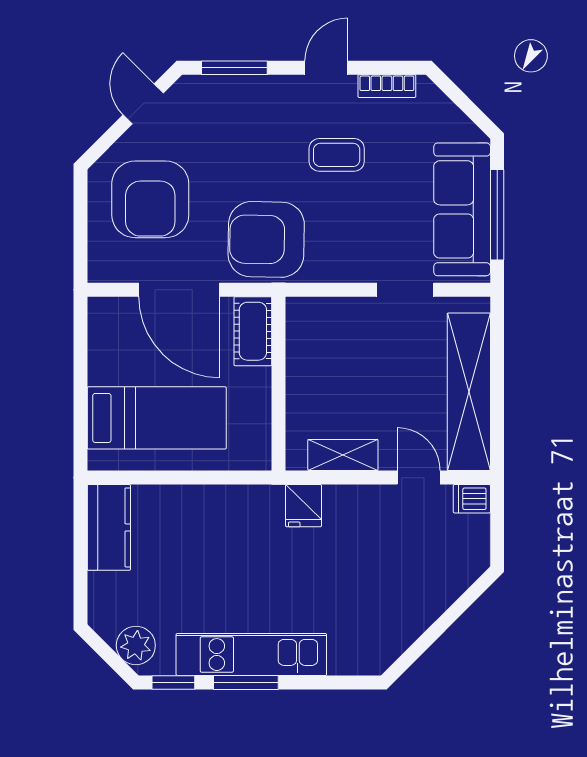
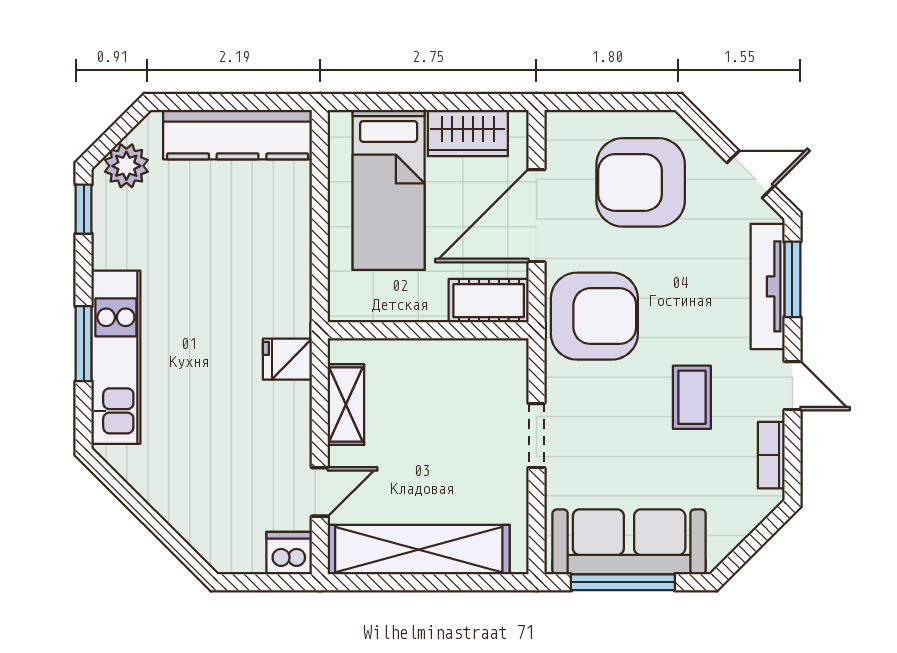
tv unit: (240, 89) -> (768, 286), added
armchair: (266, 239) -> (594, 316), turned 89
doorway: (405, 290) -> (536, 436), moved
wardrobe: (107, 349) -> (468, 133), added
dishwasher: (472, 499) -> (289, 553), width x1.38
kitchen counter: (109, 527) -> (238, 135), width x1.50
kitchen unit: (251, 655) -> (116, 357), moved
window: (246, 683) -> (84, 344), moved

